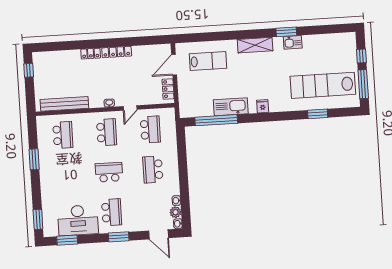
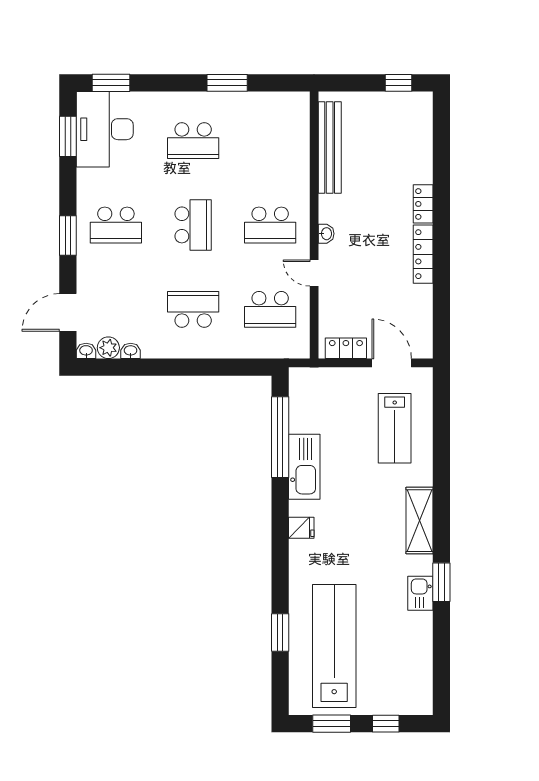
window: (363, 84) -> (332, 724), width x0.69
school desk: (63, 135) -> (193, 141), moved
desk: (78, 220) -> (105, 129), moved

